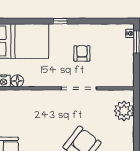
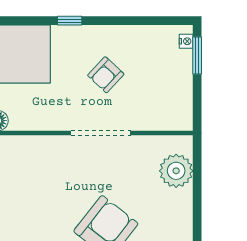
armchair: (82, 53) -> (106, 75), turned -137

